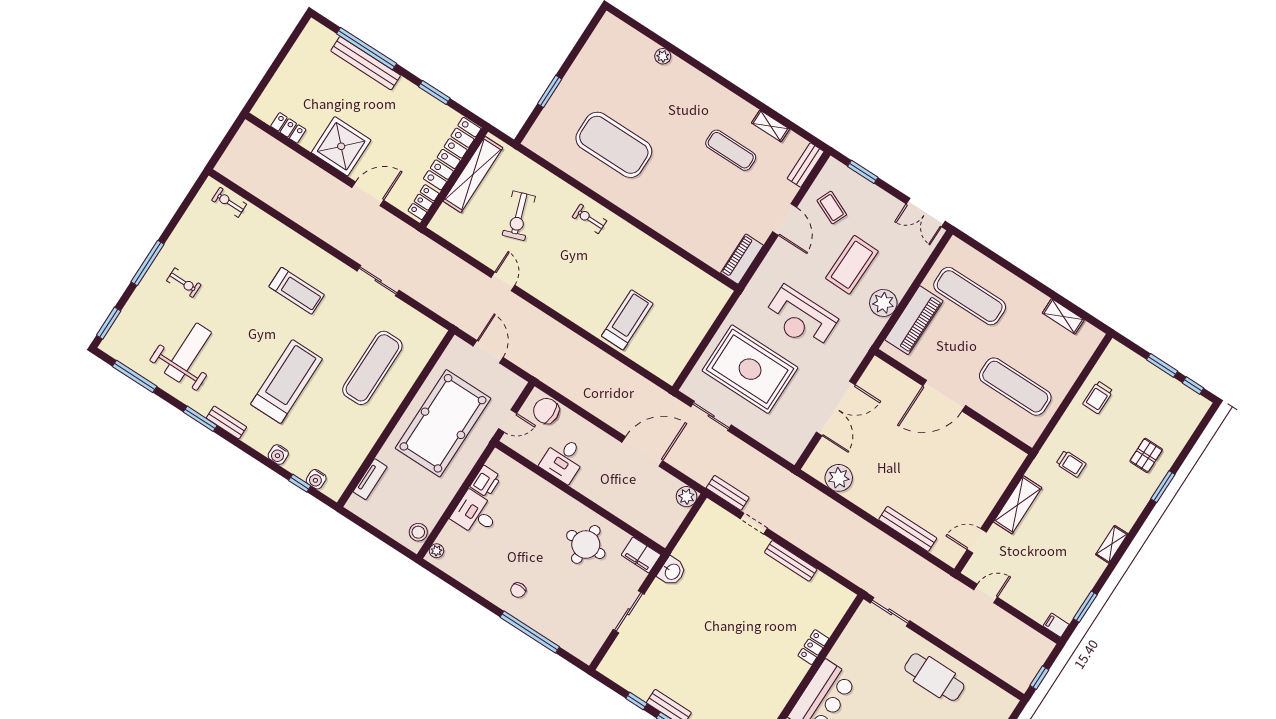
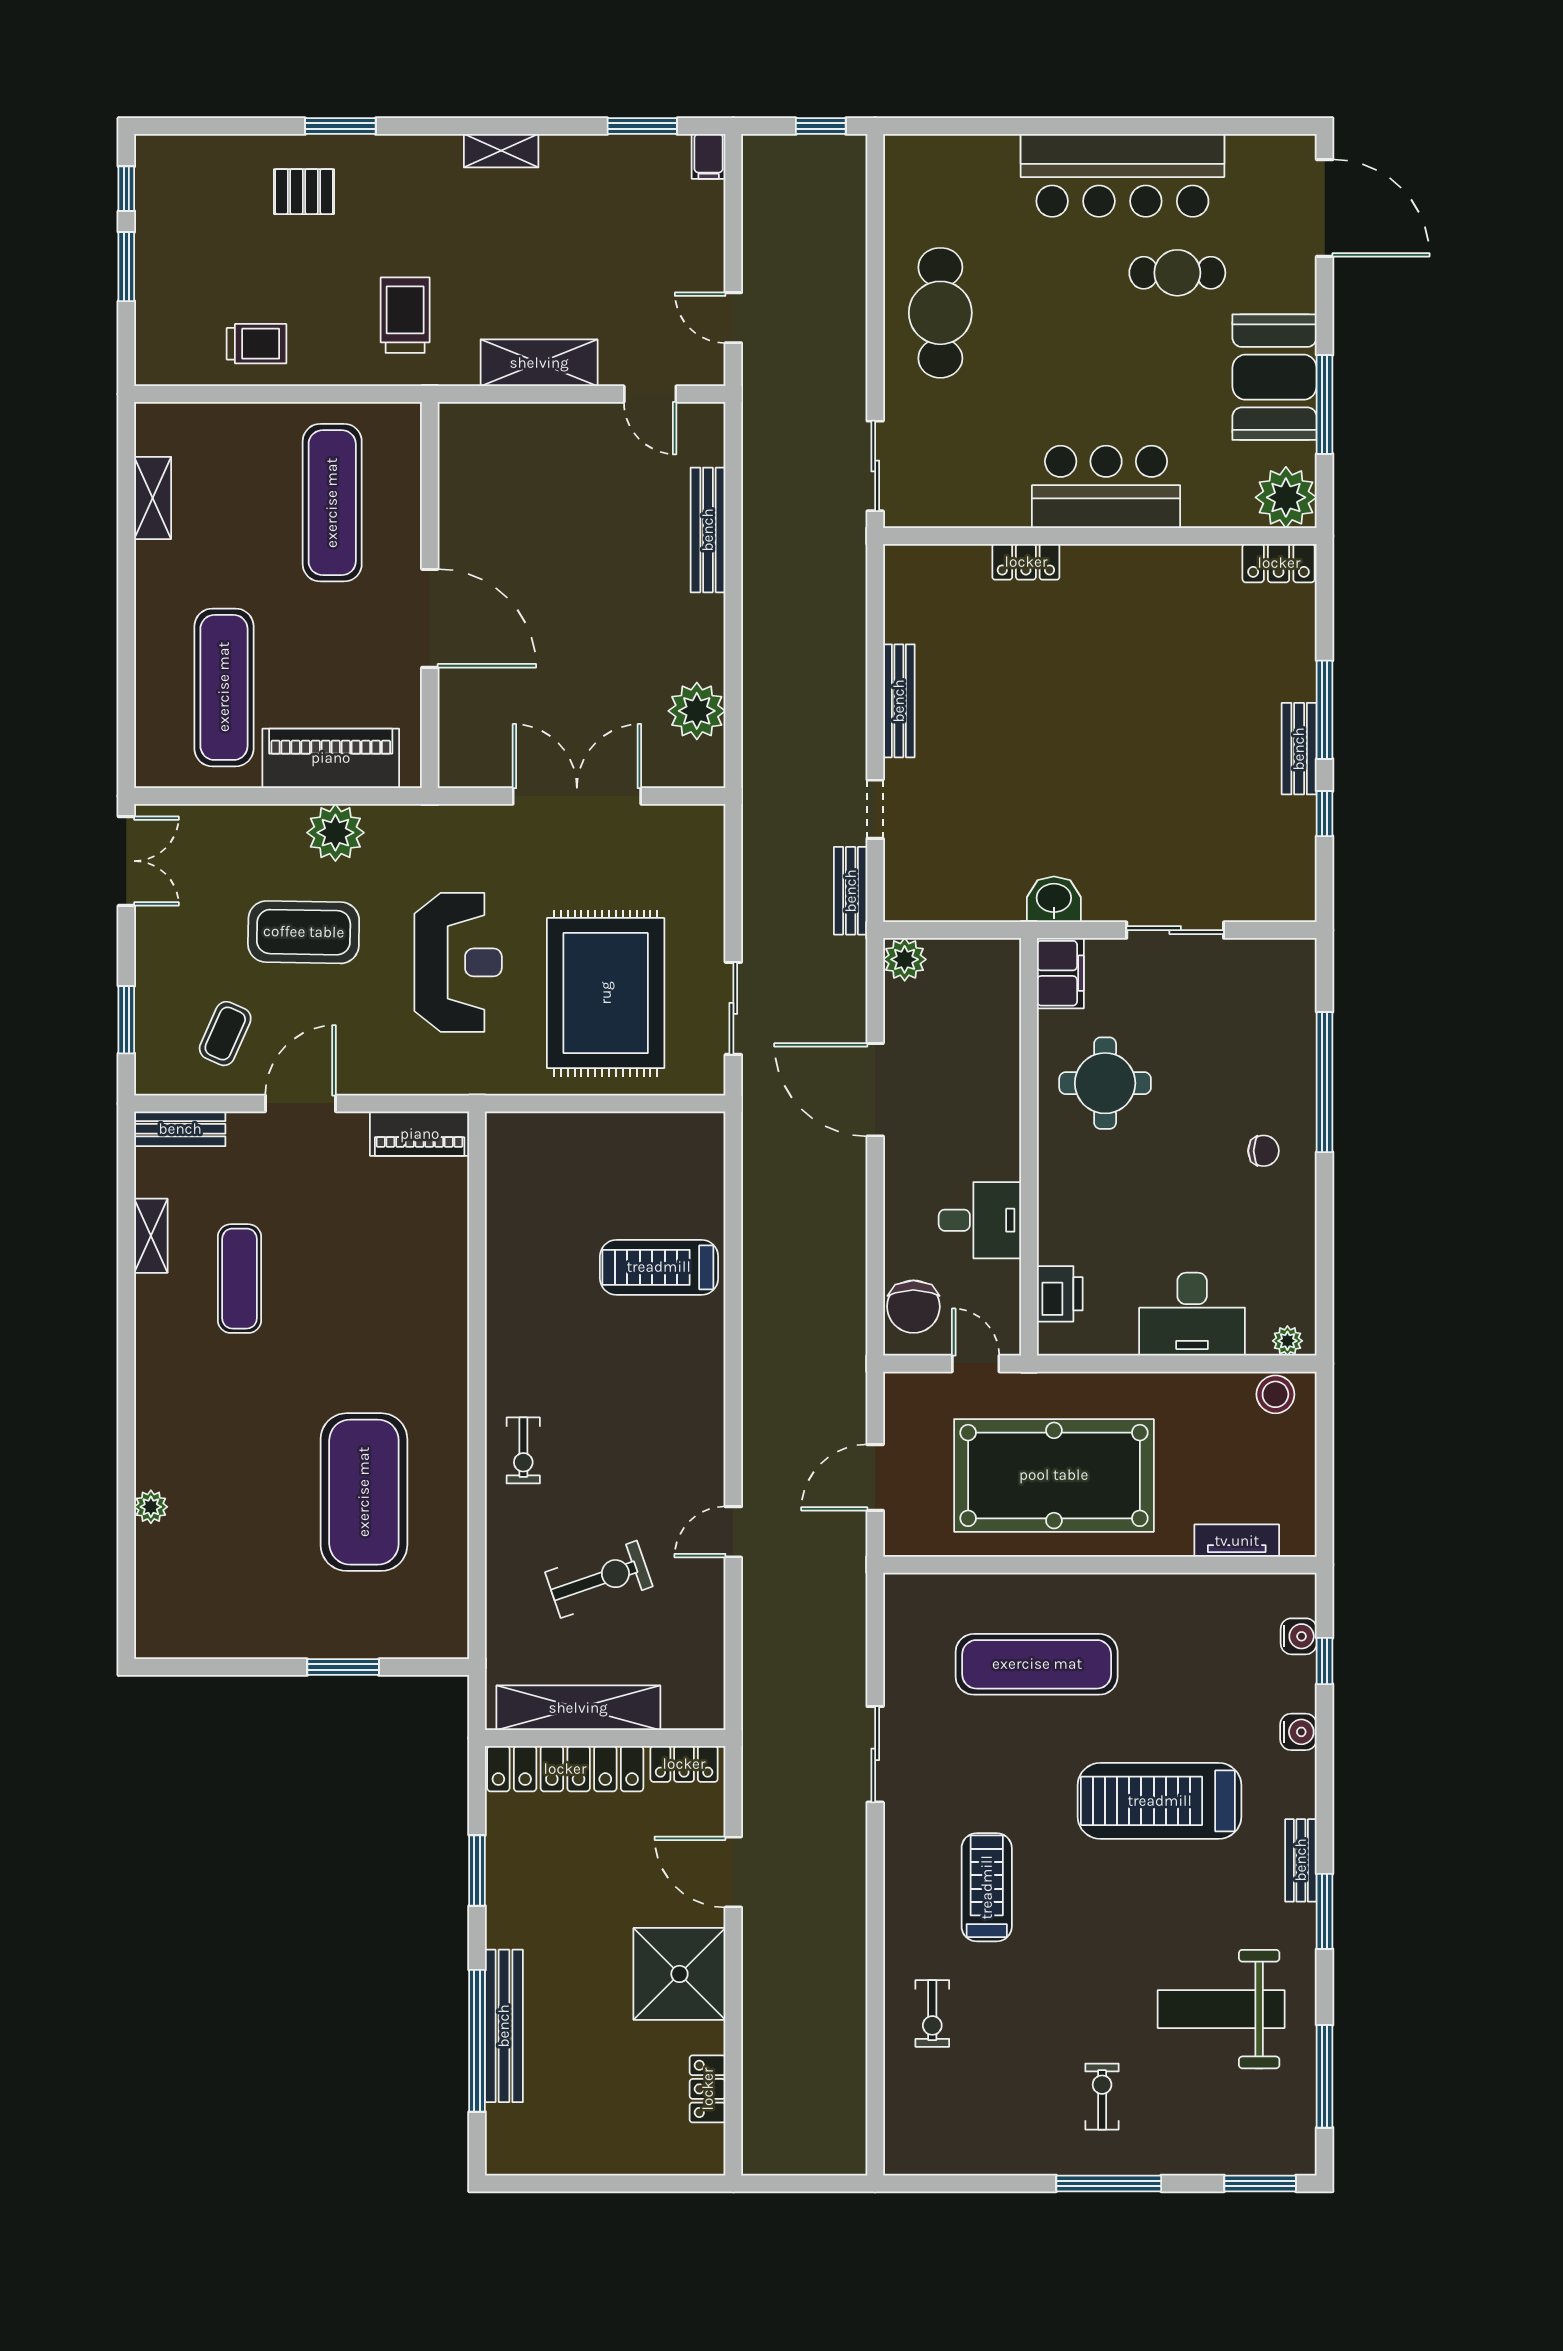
exercise bike: (229, 202) -> (932, 2013), moved
trolley: (1071, 464) -> (405, 315), width x1.36, depth x1.39
printer: (486, 482) -> (1060, 1294), moved, turned 90
desk: (475, 514) -> (1192, 1314), width x1.37

